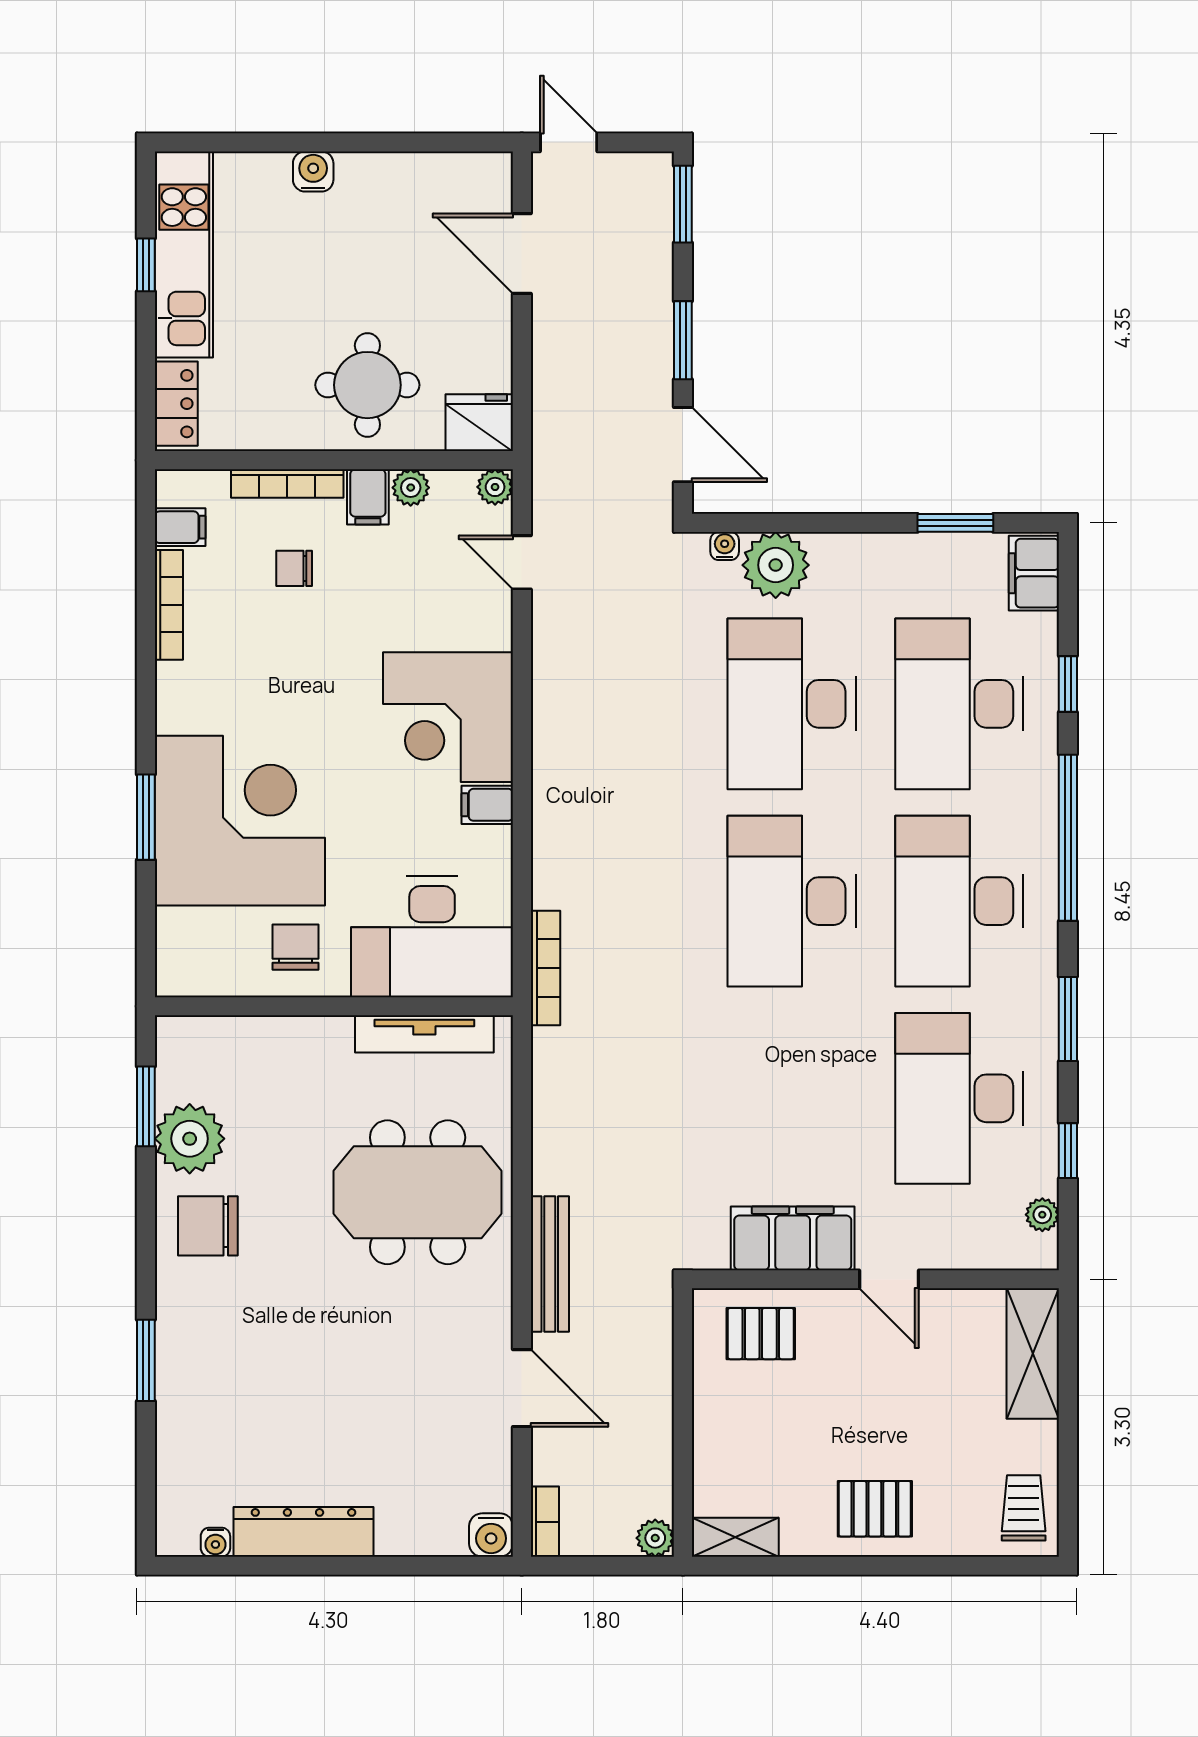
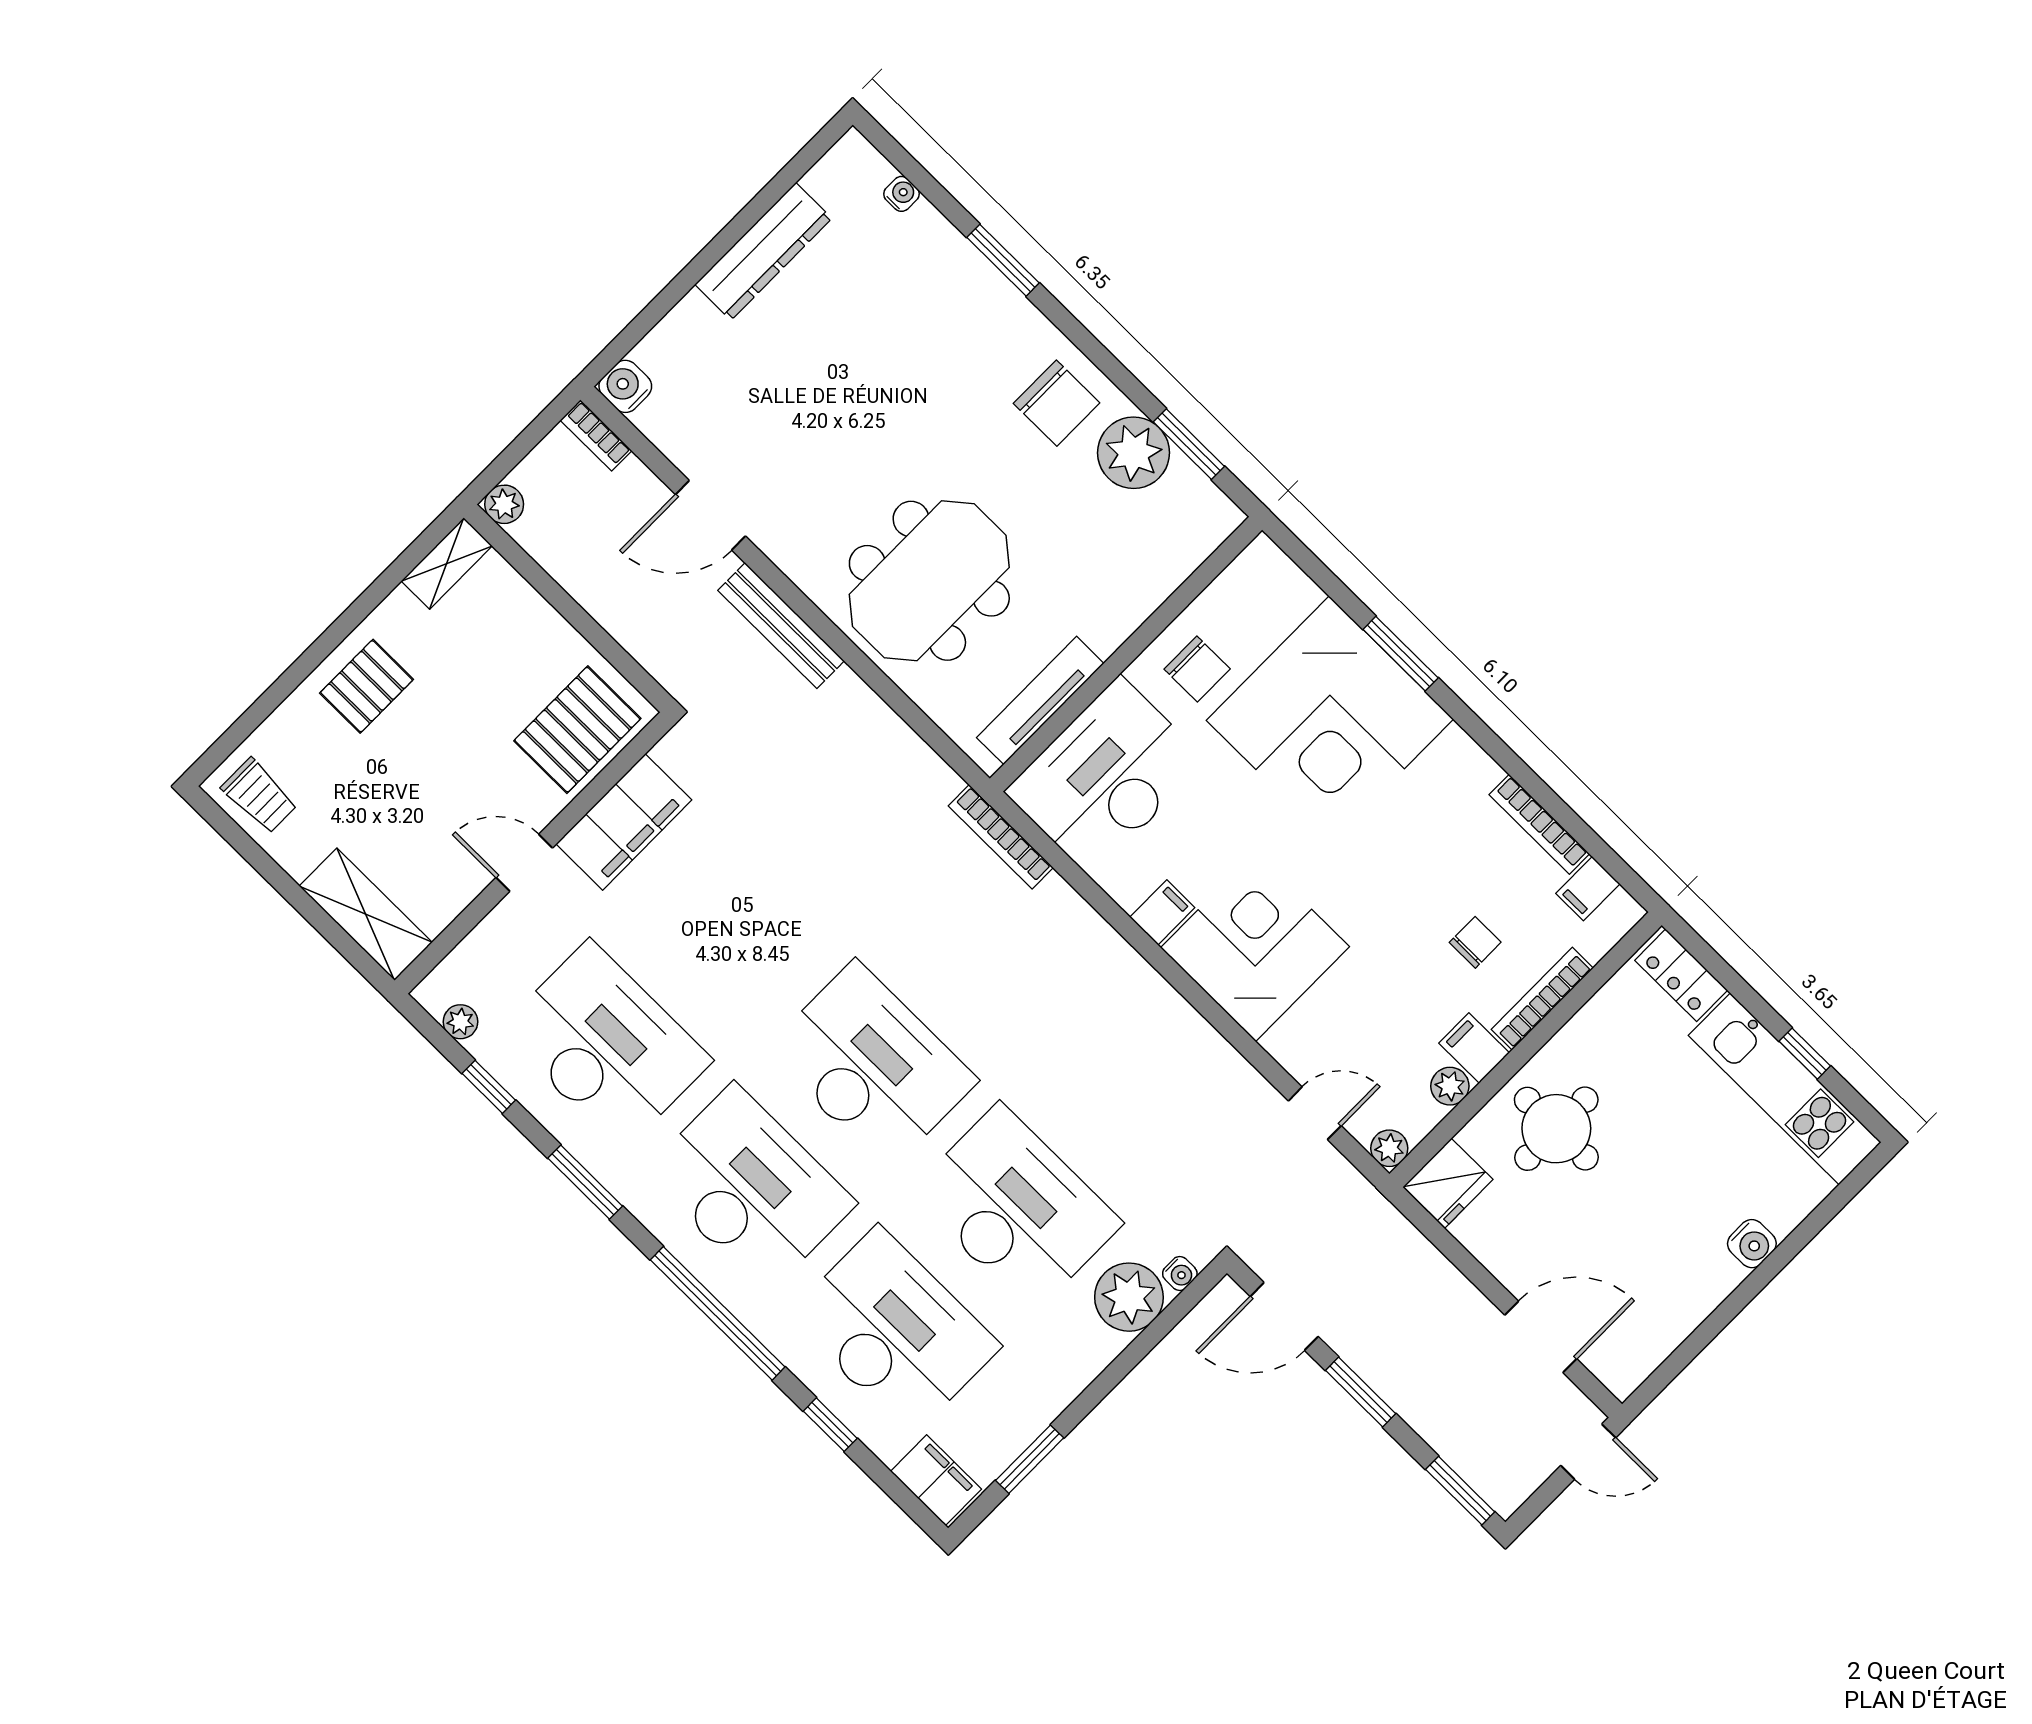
chair: (208, 1226) -> (1057, 403), turned 90
pallet: (761, 1334) -> (577, 730), width x1.50, depth x1.42
water cooler: (215, 1542) -> (901, 194), moved, turned 90

